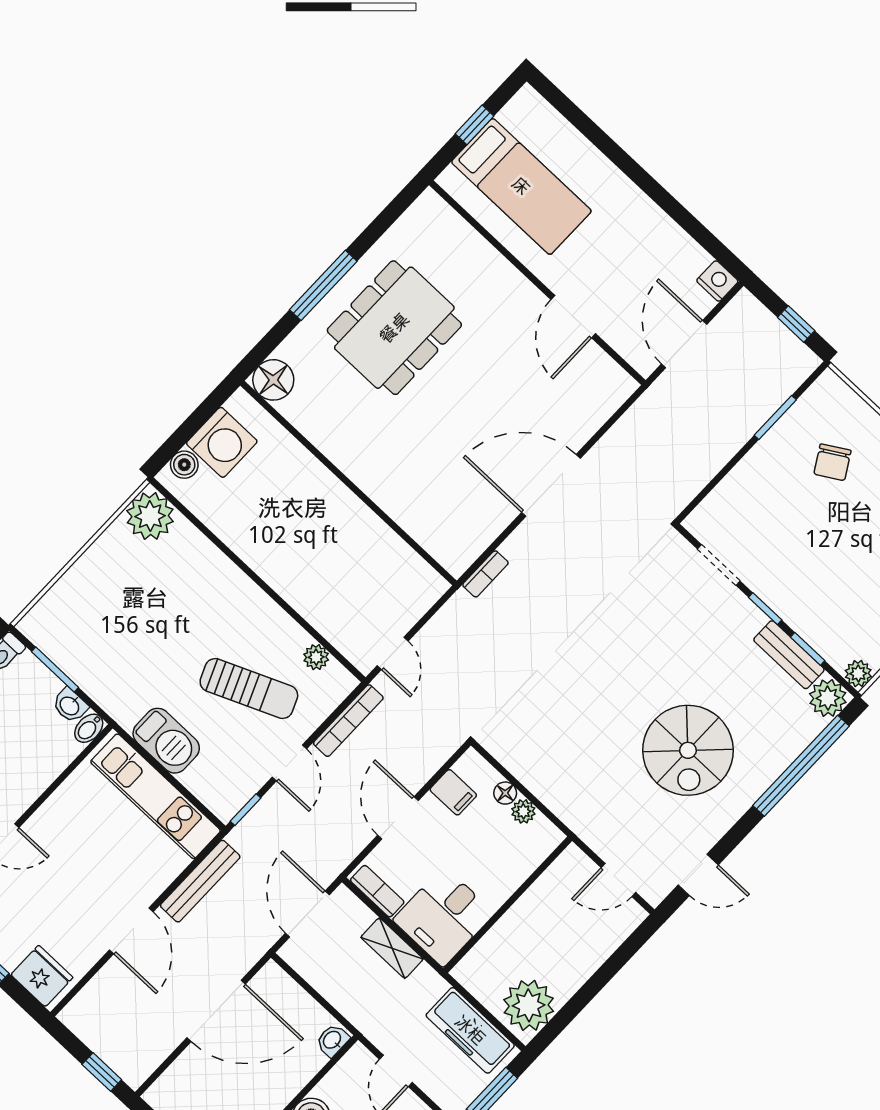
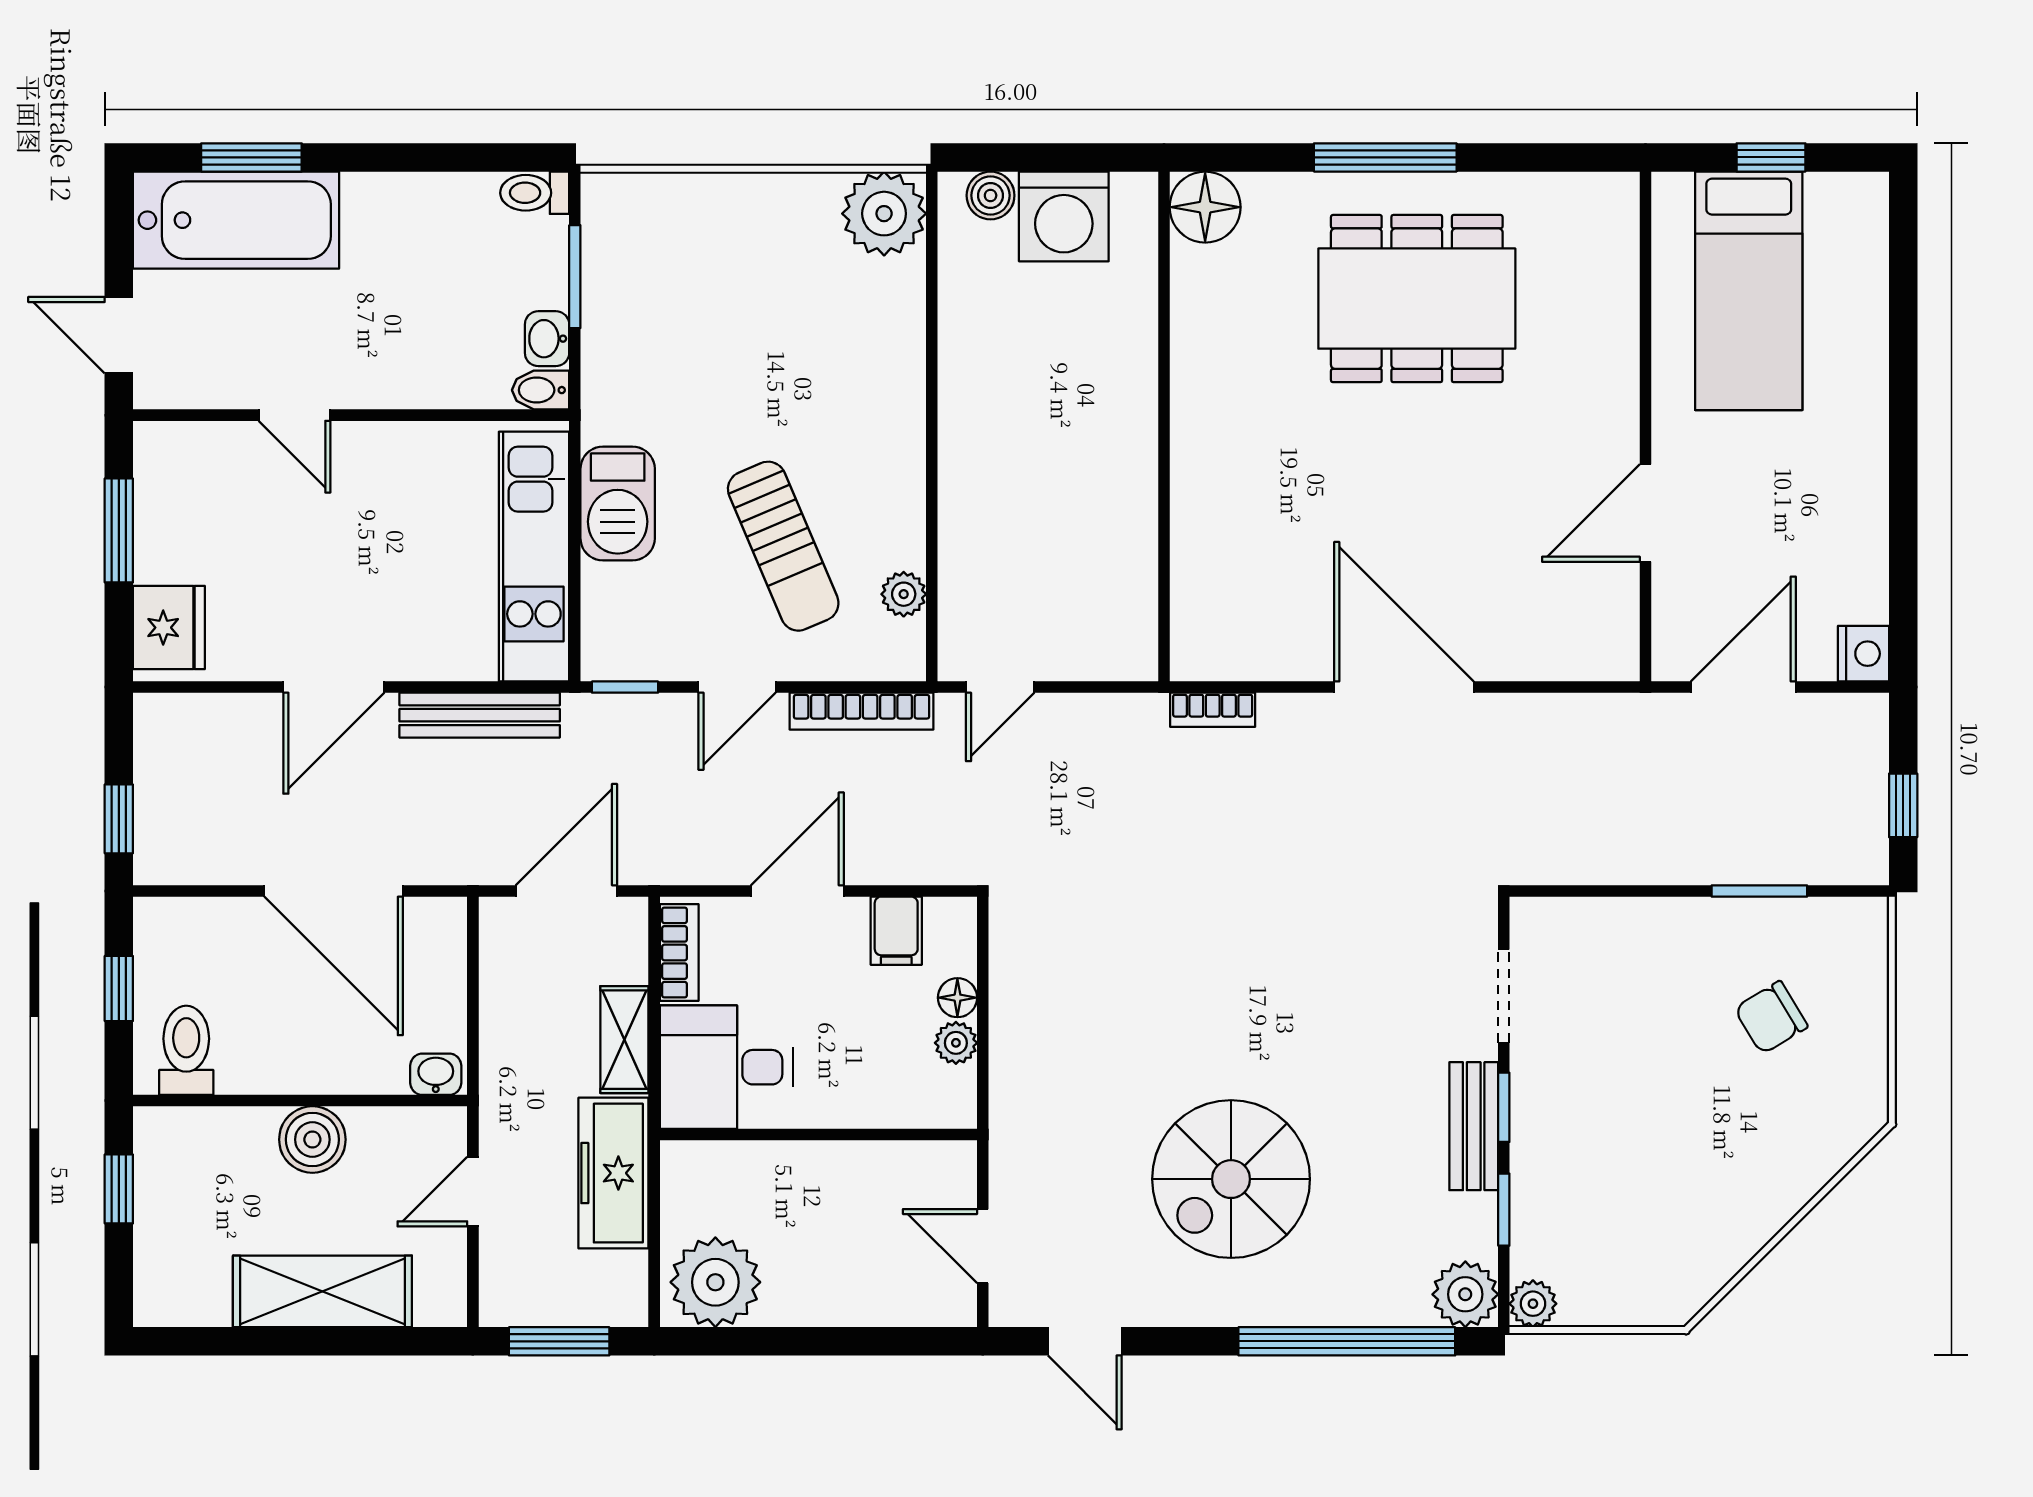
bench: (789, 655) -> (1474, 1126), moved
freezer: (470, 1030) -> (613, 1173), moved

